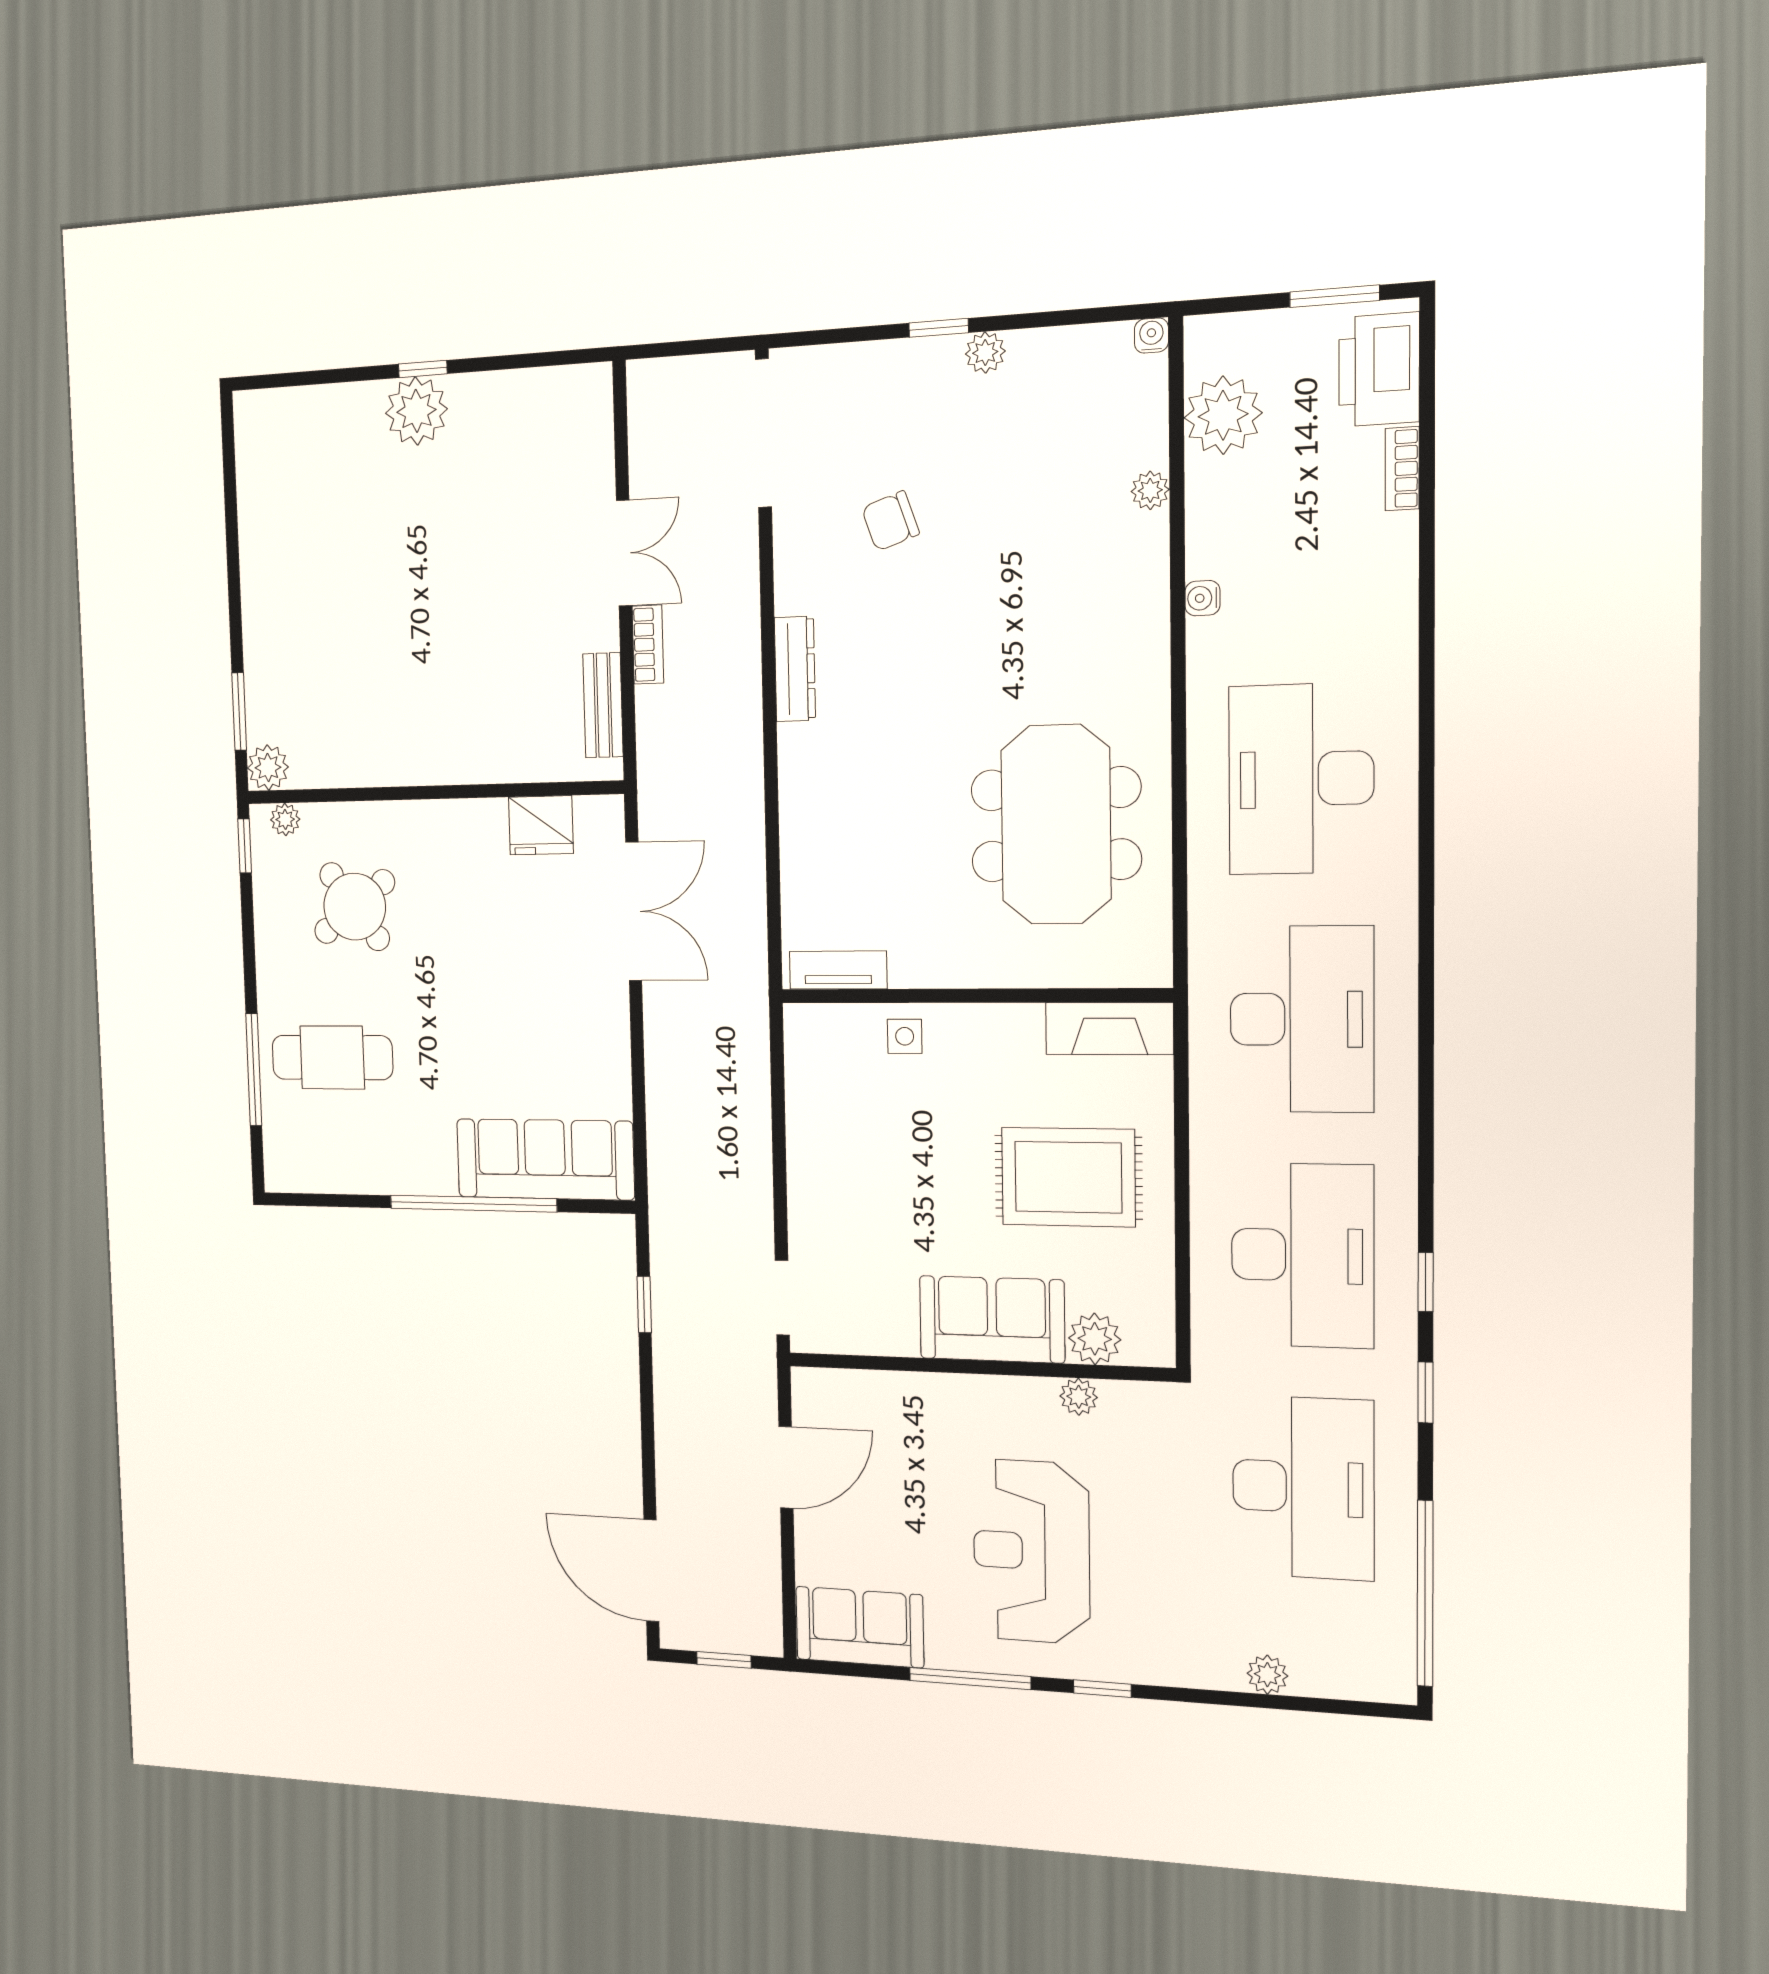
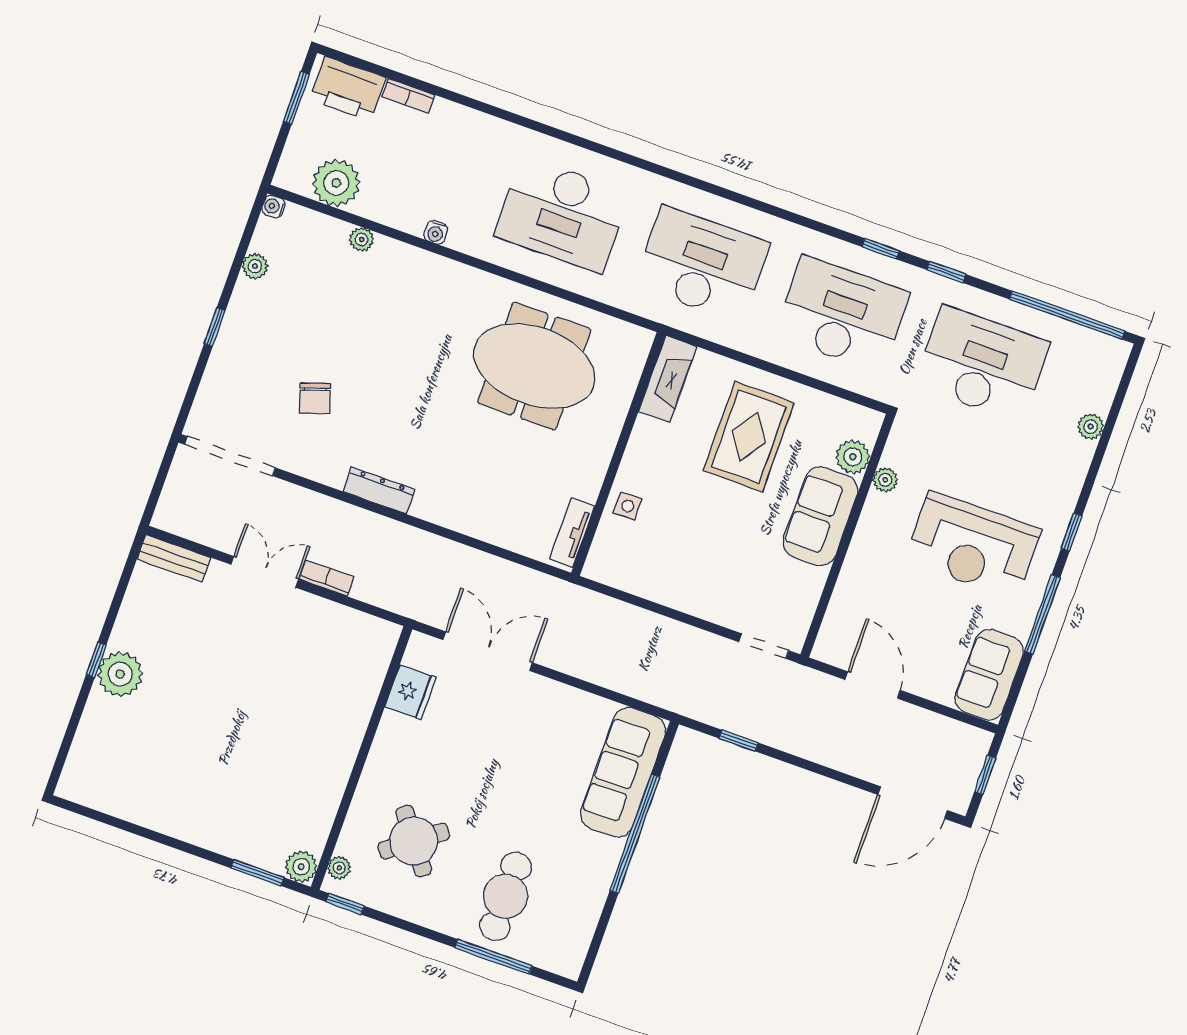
plant: (985, 352) -> (255, 266), moved
bench: (603, 705) -> (174, 558), moved

